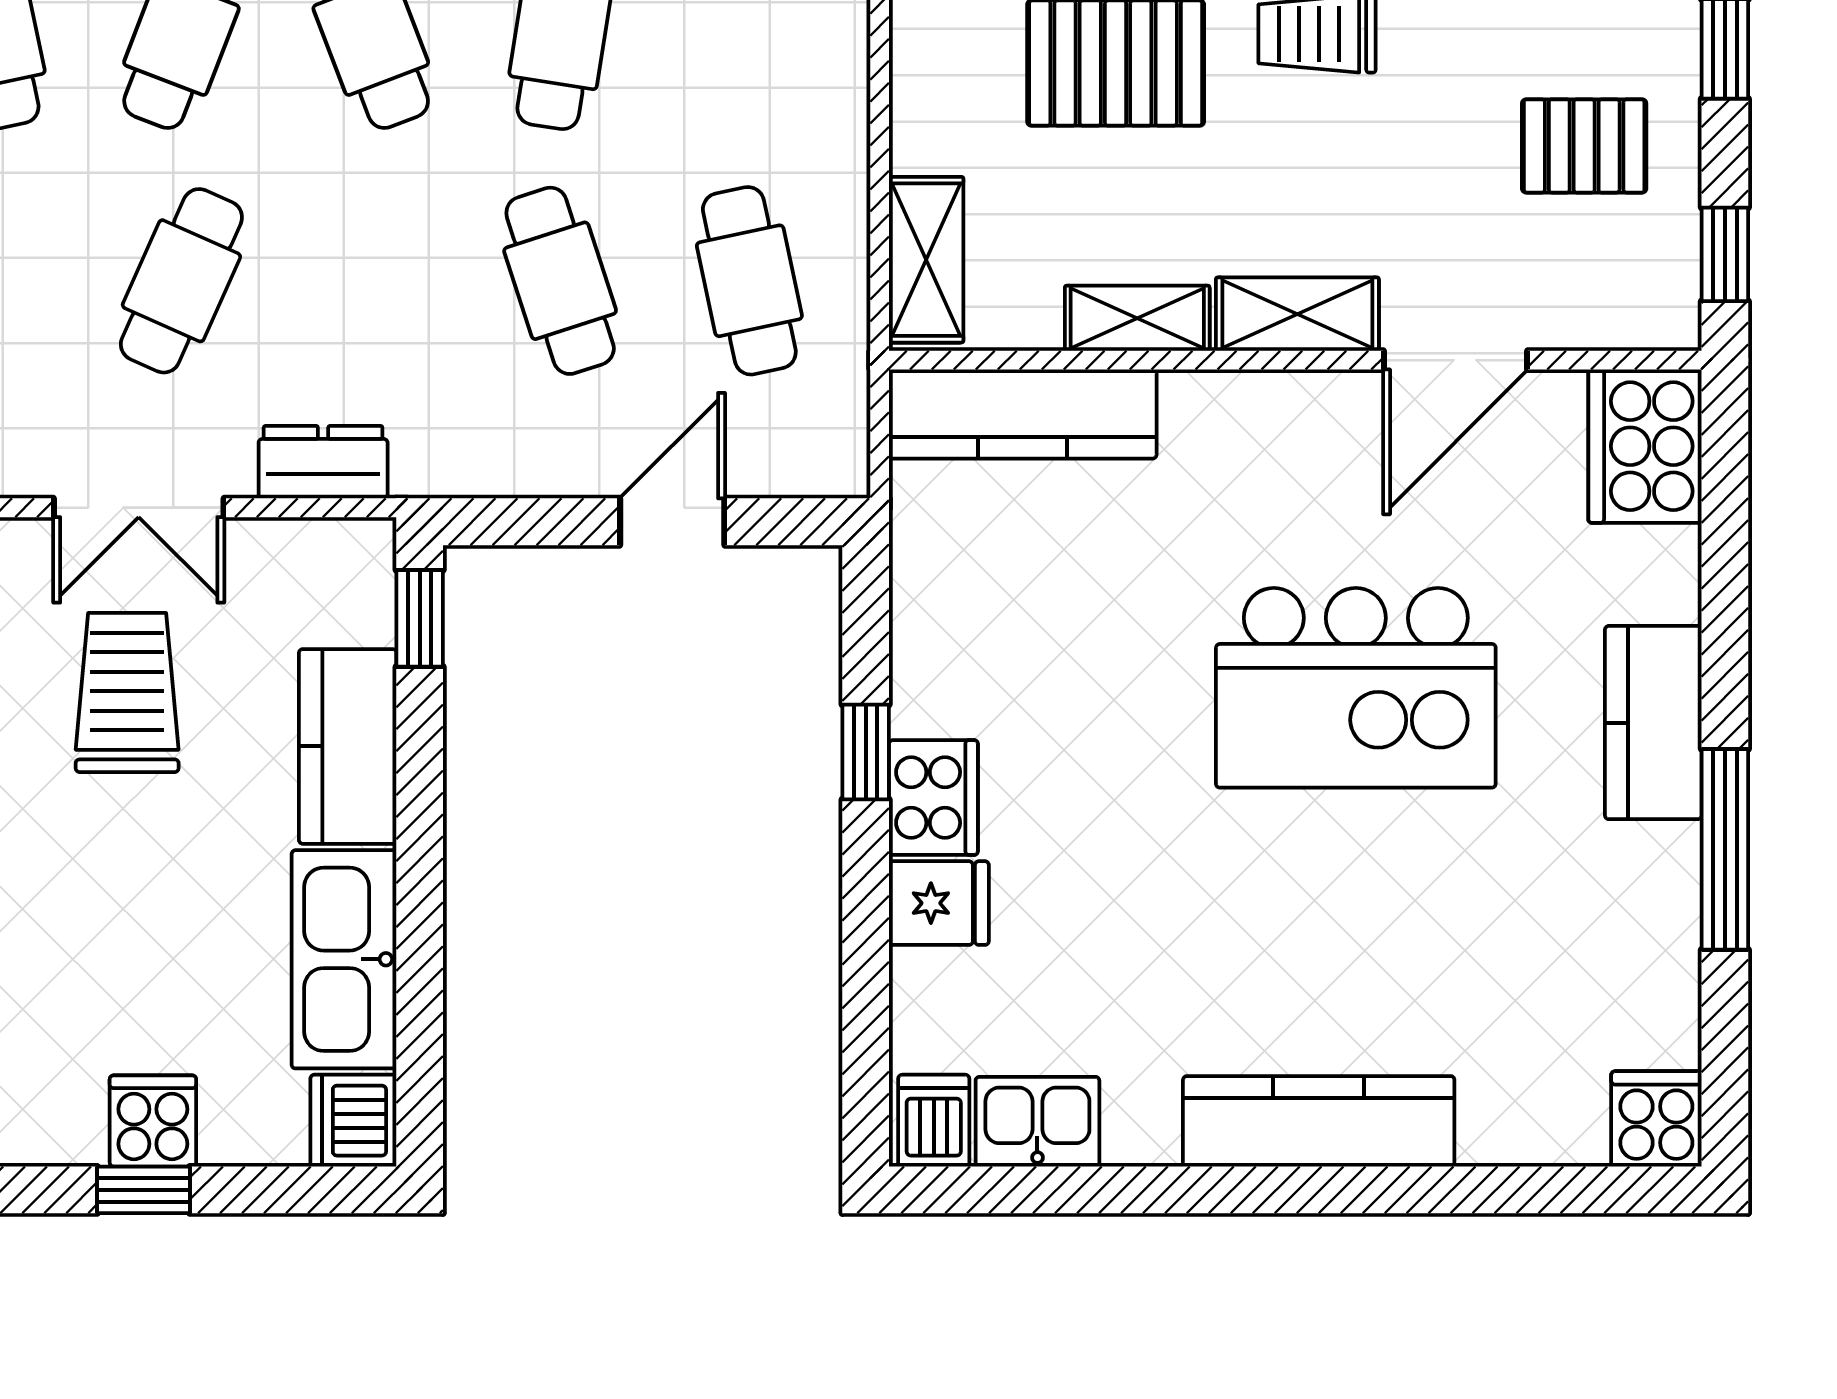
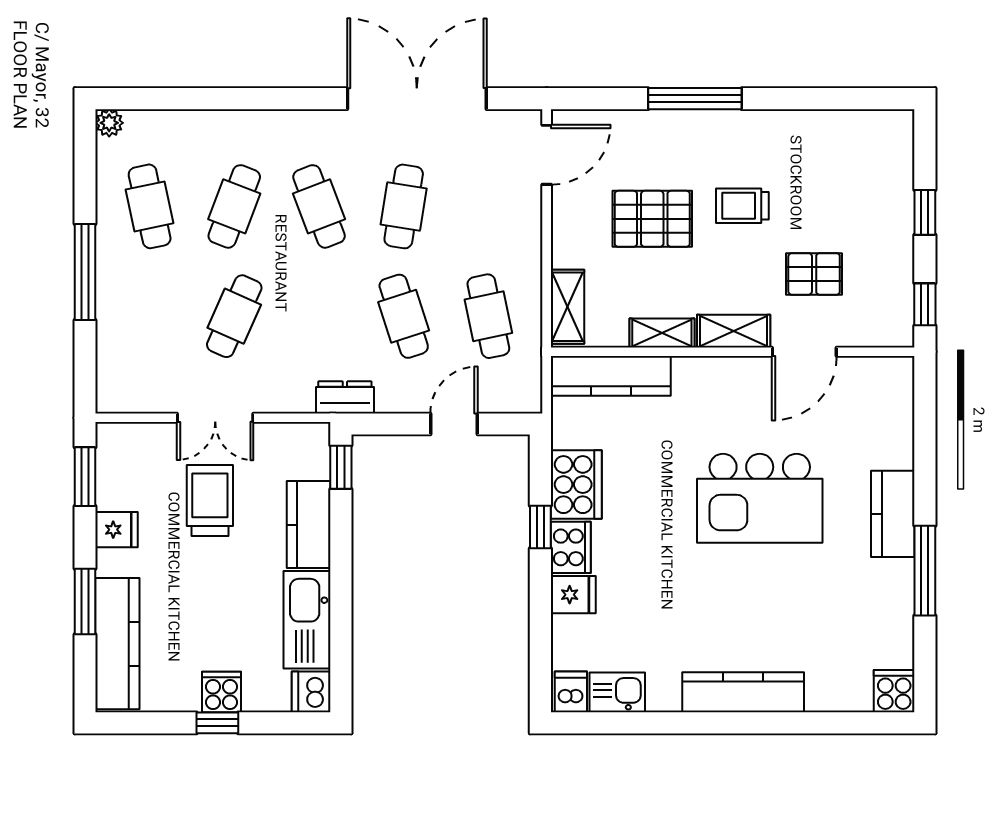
pallet: (1584, 146) -> (814, 274), moved
cooker: (1645, 446) -> (576, 485), moved, turned 180
dresser: (323, 462) -> (345, 397), moved

